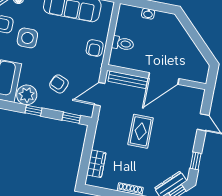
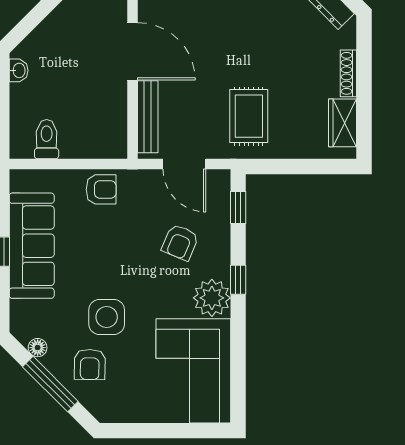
washbasin: (148, 14) -> (19, 70), moved
toilet: (123, 43) -> (47, 139), moved
rug: (141, 131) -> (249, 116), moved, turned 90
wardrobe: (96, 164) -> (342, 123), moved, turned -90

